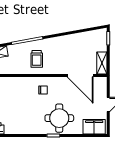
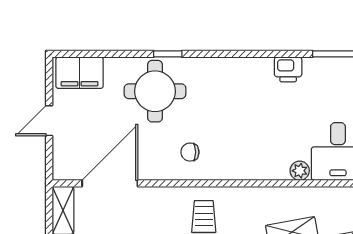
door: (80, 75) -> (110, 183), hinge flipped

